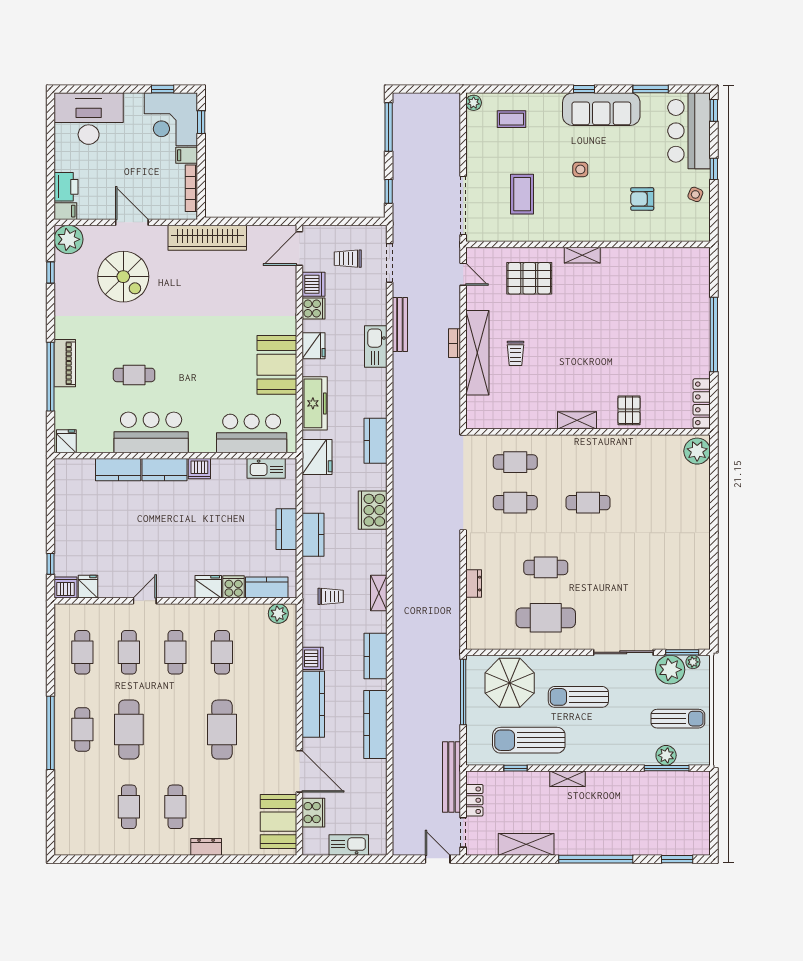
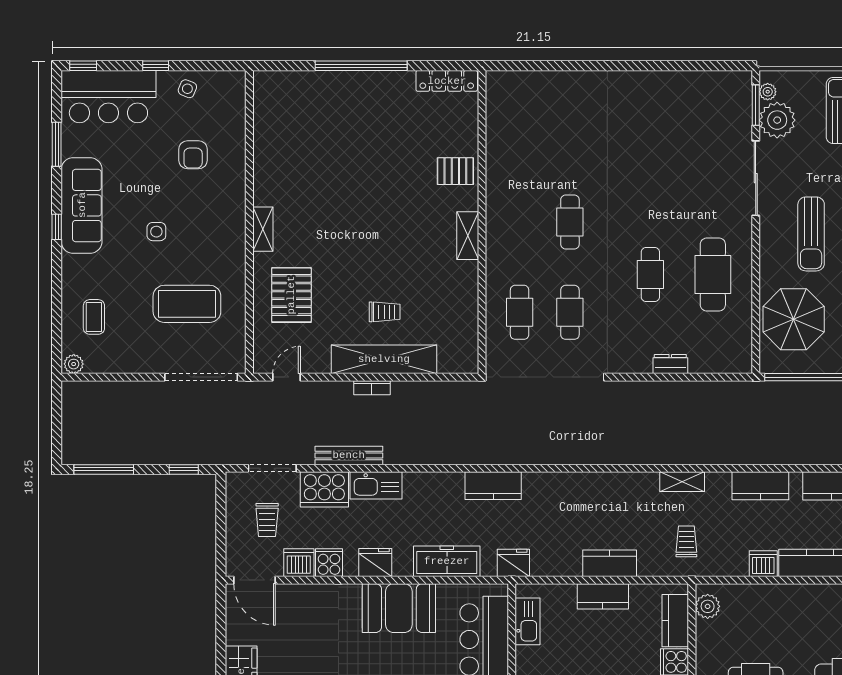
coffee table: (522, 194) -> (187, 304), width x1.36, depth x1.32
plant: (697, 451) -> (506, 87), removed
fridge: (317, 457) -> (513, 563), width x0.73, depth x0.75
cooker: (373, 510) -> (324, 489), moved

